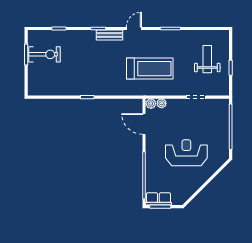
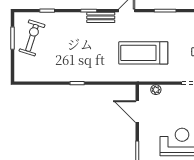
exercise bike: (45, 54) -> (32, 38), turned -72
treadmill: (150, 69) -> (143, 53), turned 180
plant: (151, 104) -> (144, 90), removed

